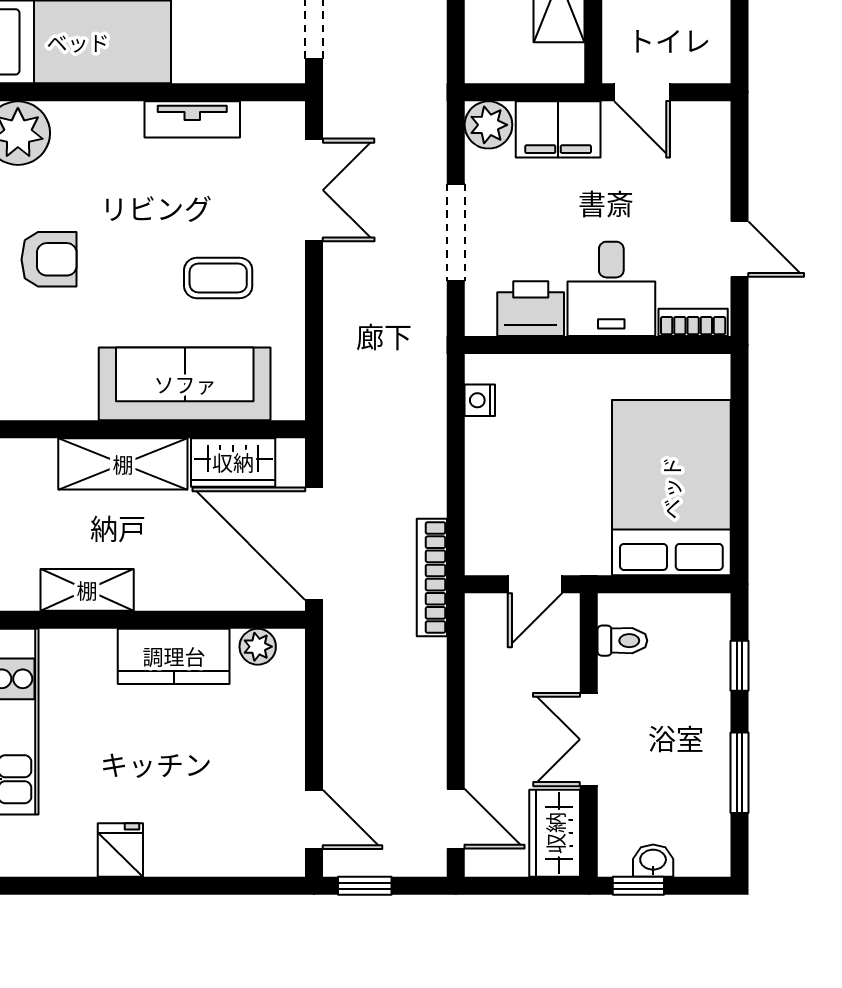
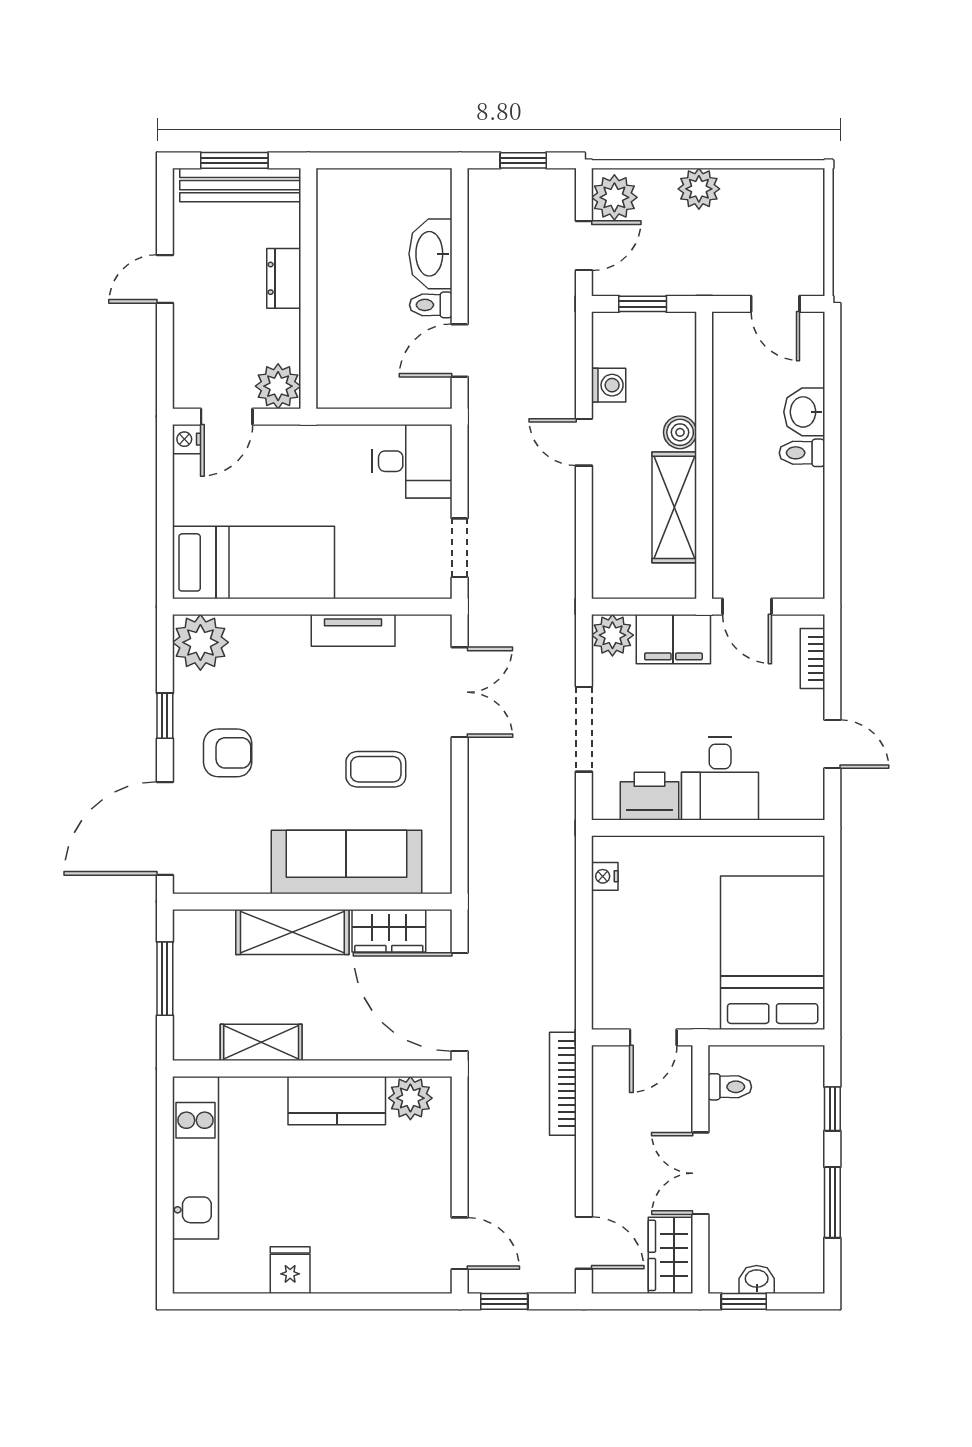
bookcase: (693, 322) -> (812, 659), moved, turned -90
bookcase: (432, 578) -> (563, 1084), moved
plant: (258, 647) -> (410, 1098), width x1.38, depth x1.38

